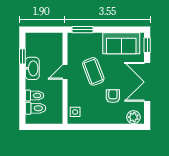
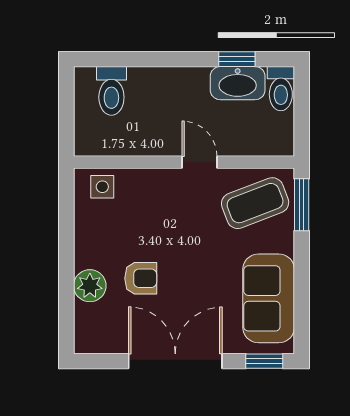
washbasin: (32, 68) -> (238, 83), moved
coffee table: (93, 71) -> (255, 203), moved
toilet: (35, 96) -> (281, 89), moved
plant: (133, 117) -> (90, 286), moved

